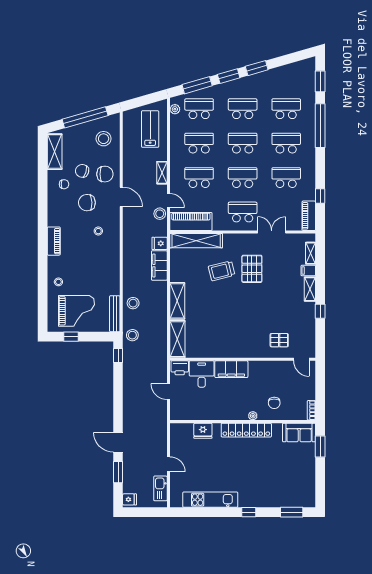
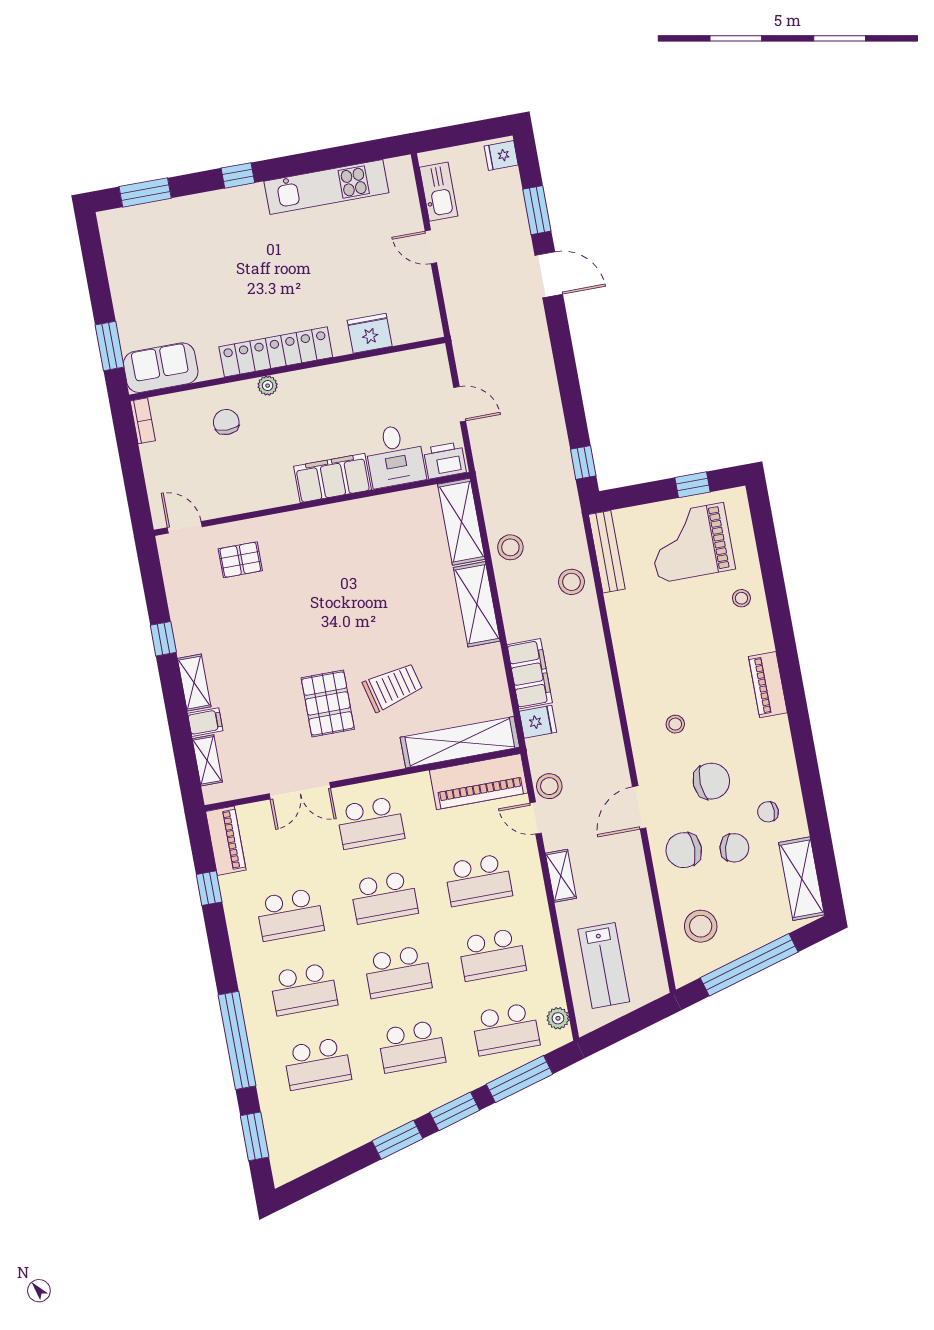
door: (121, 197) -> (639, 807), hinge flipped
stool: (132, 335) -> (510, 547), moved

